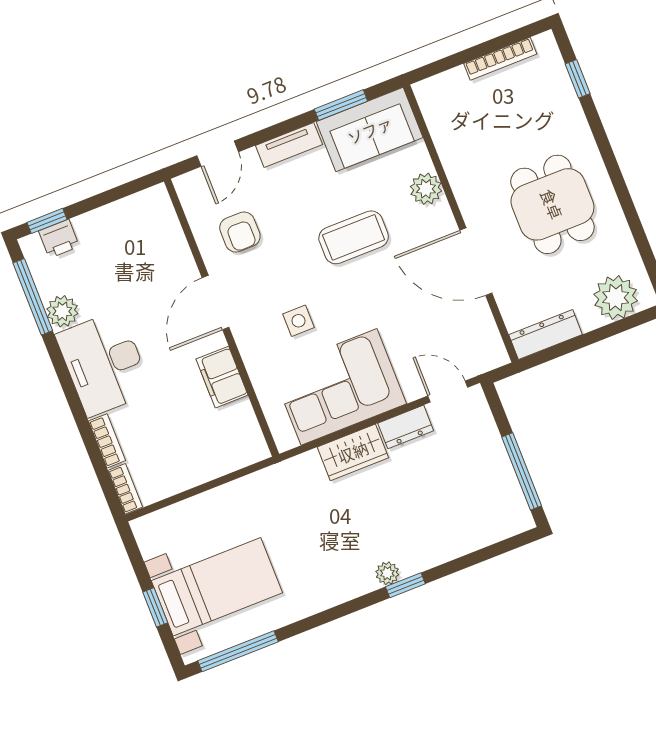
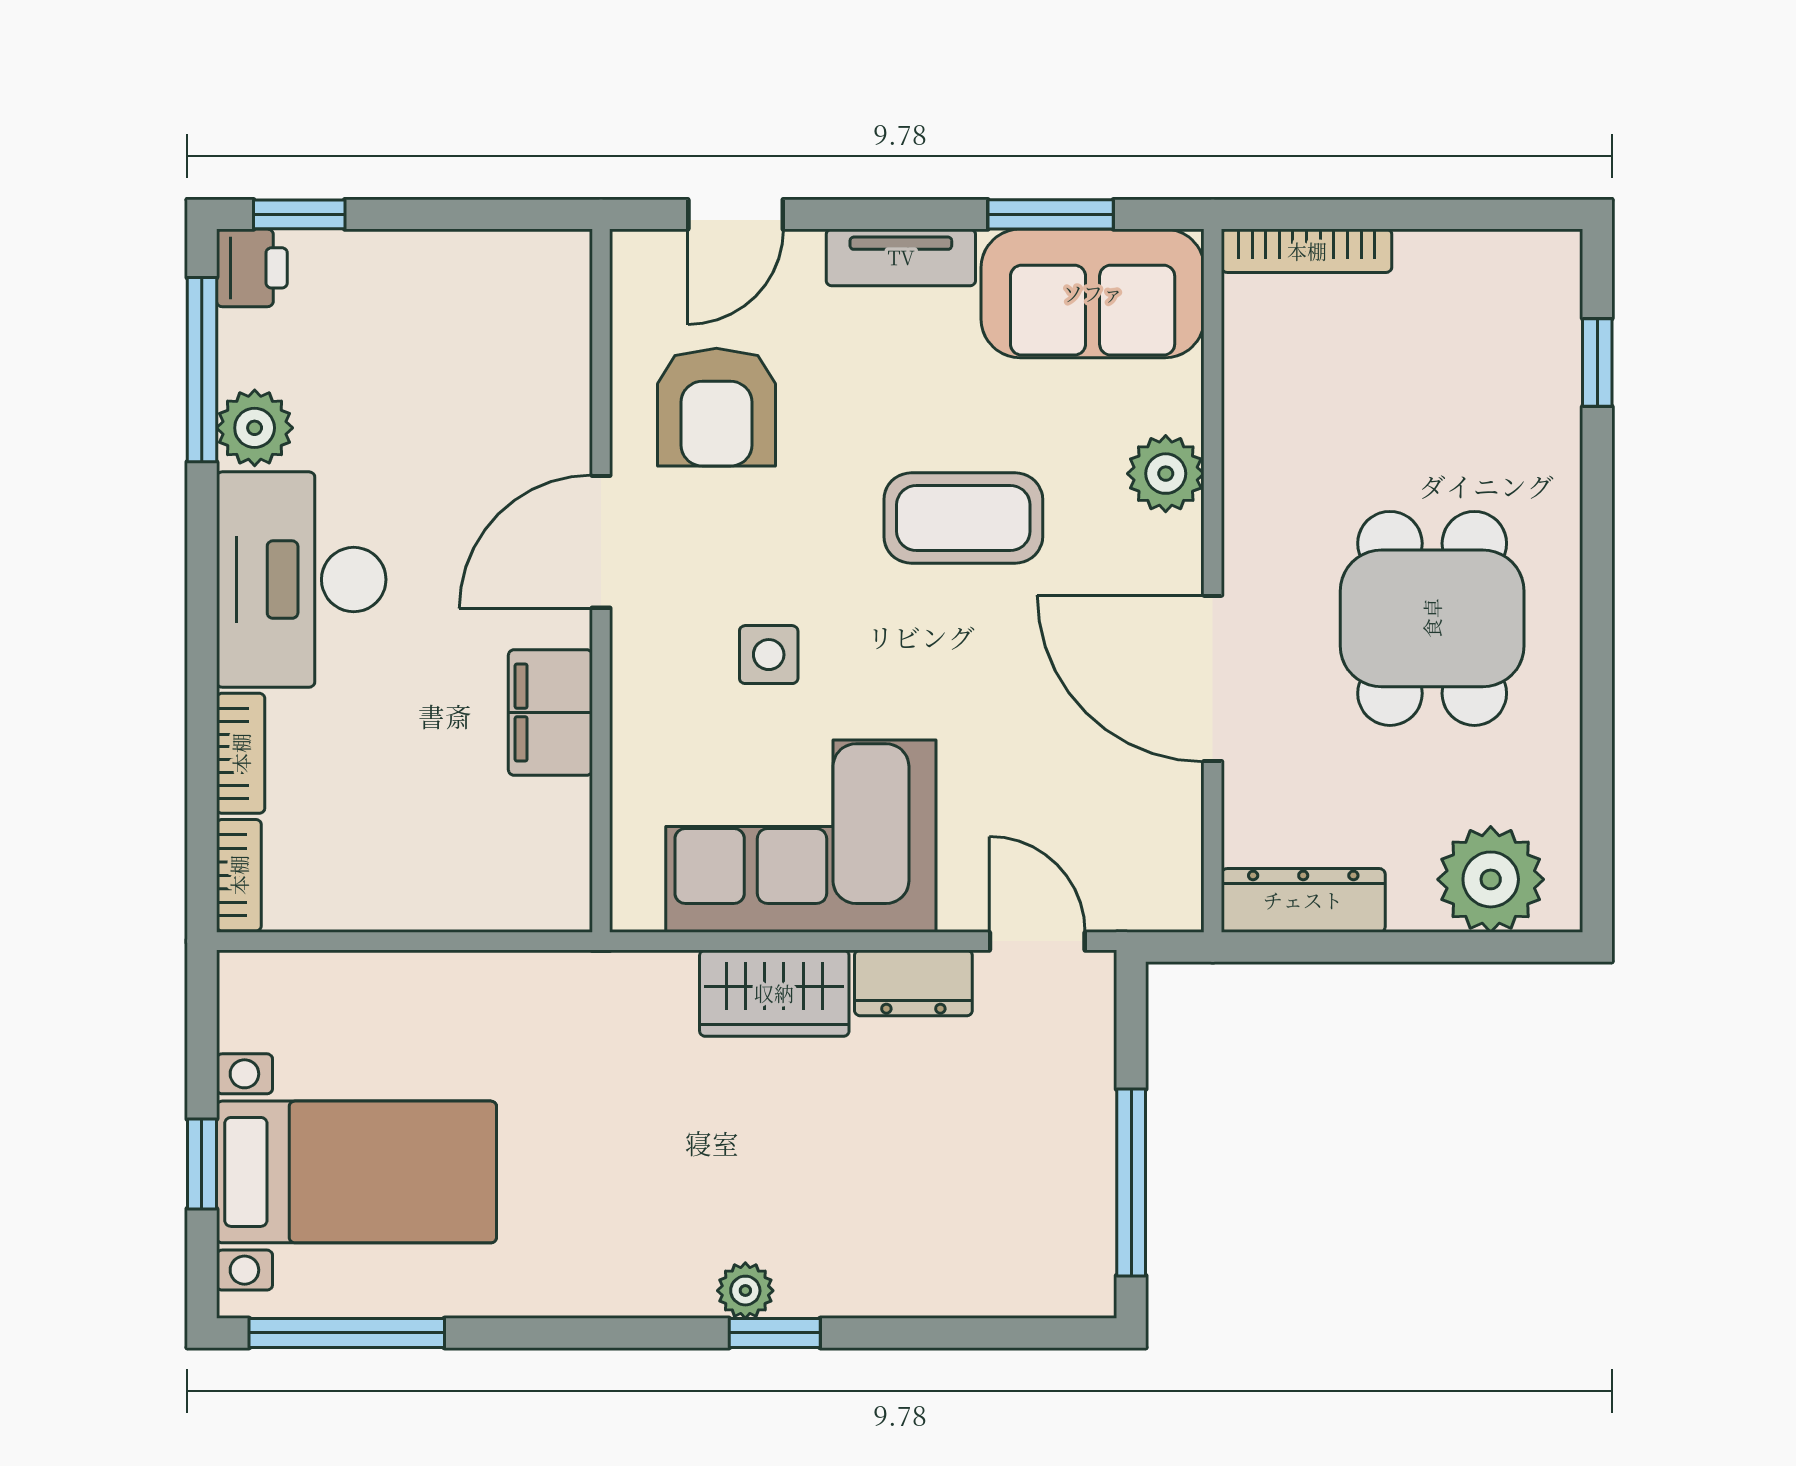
bookcase: (500, 59) -> (1307, 251), moved
armchair: (240, 232) -> (716, 407), width x1.38, depth x1.38
printer: (59, 239) -> (252, 268), moved, turned -90

